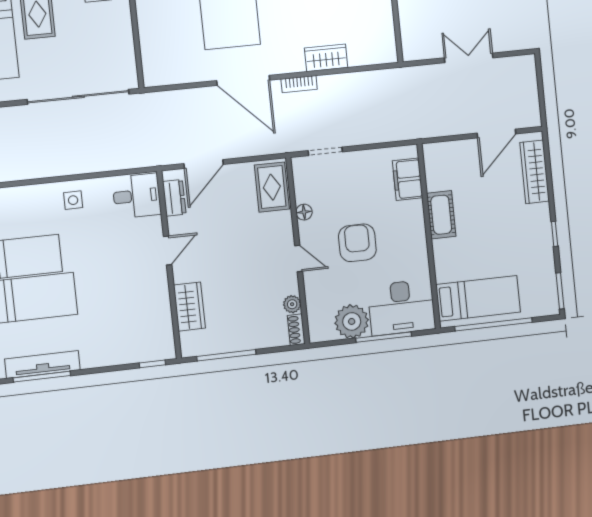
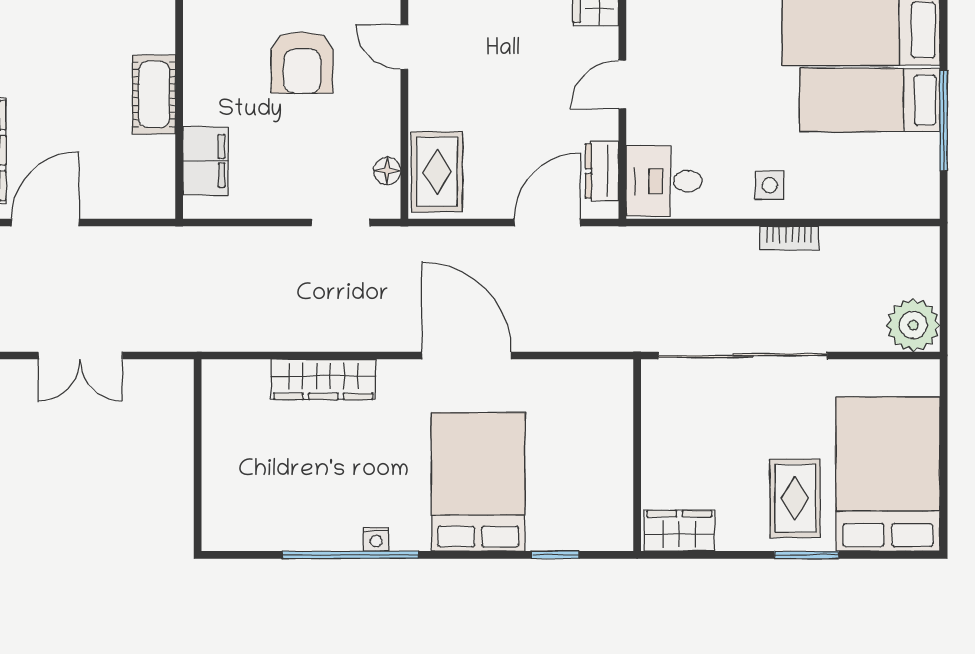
wardrobe: (326, 58) -> (323, 379), width x1.50
bookcase: (299, 84) -> (789, 238), moved, turned 180
floor lamp: (304, 212) -> (387, 171), moved

